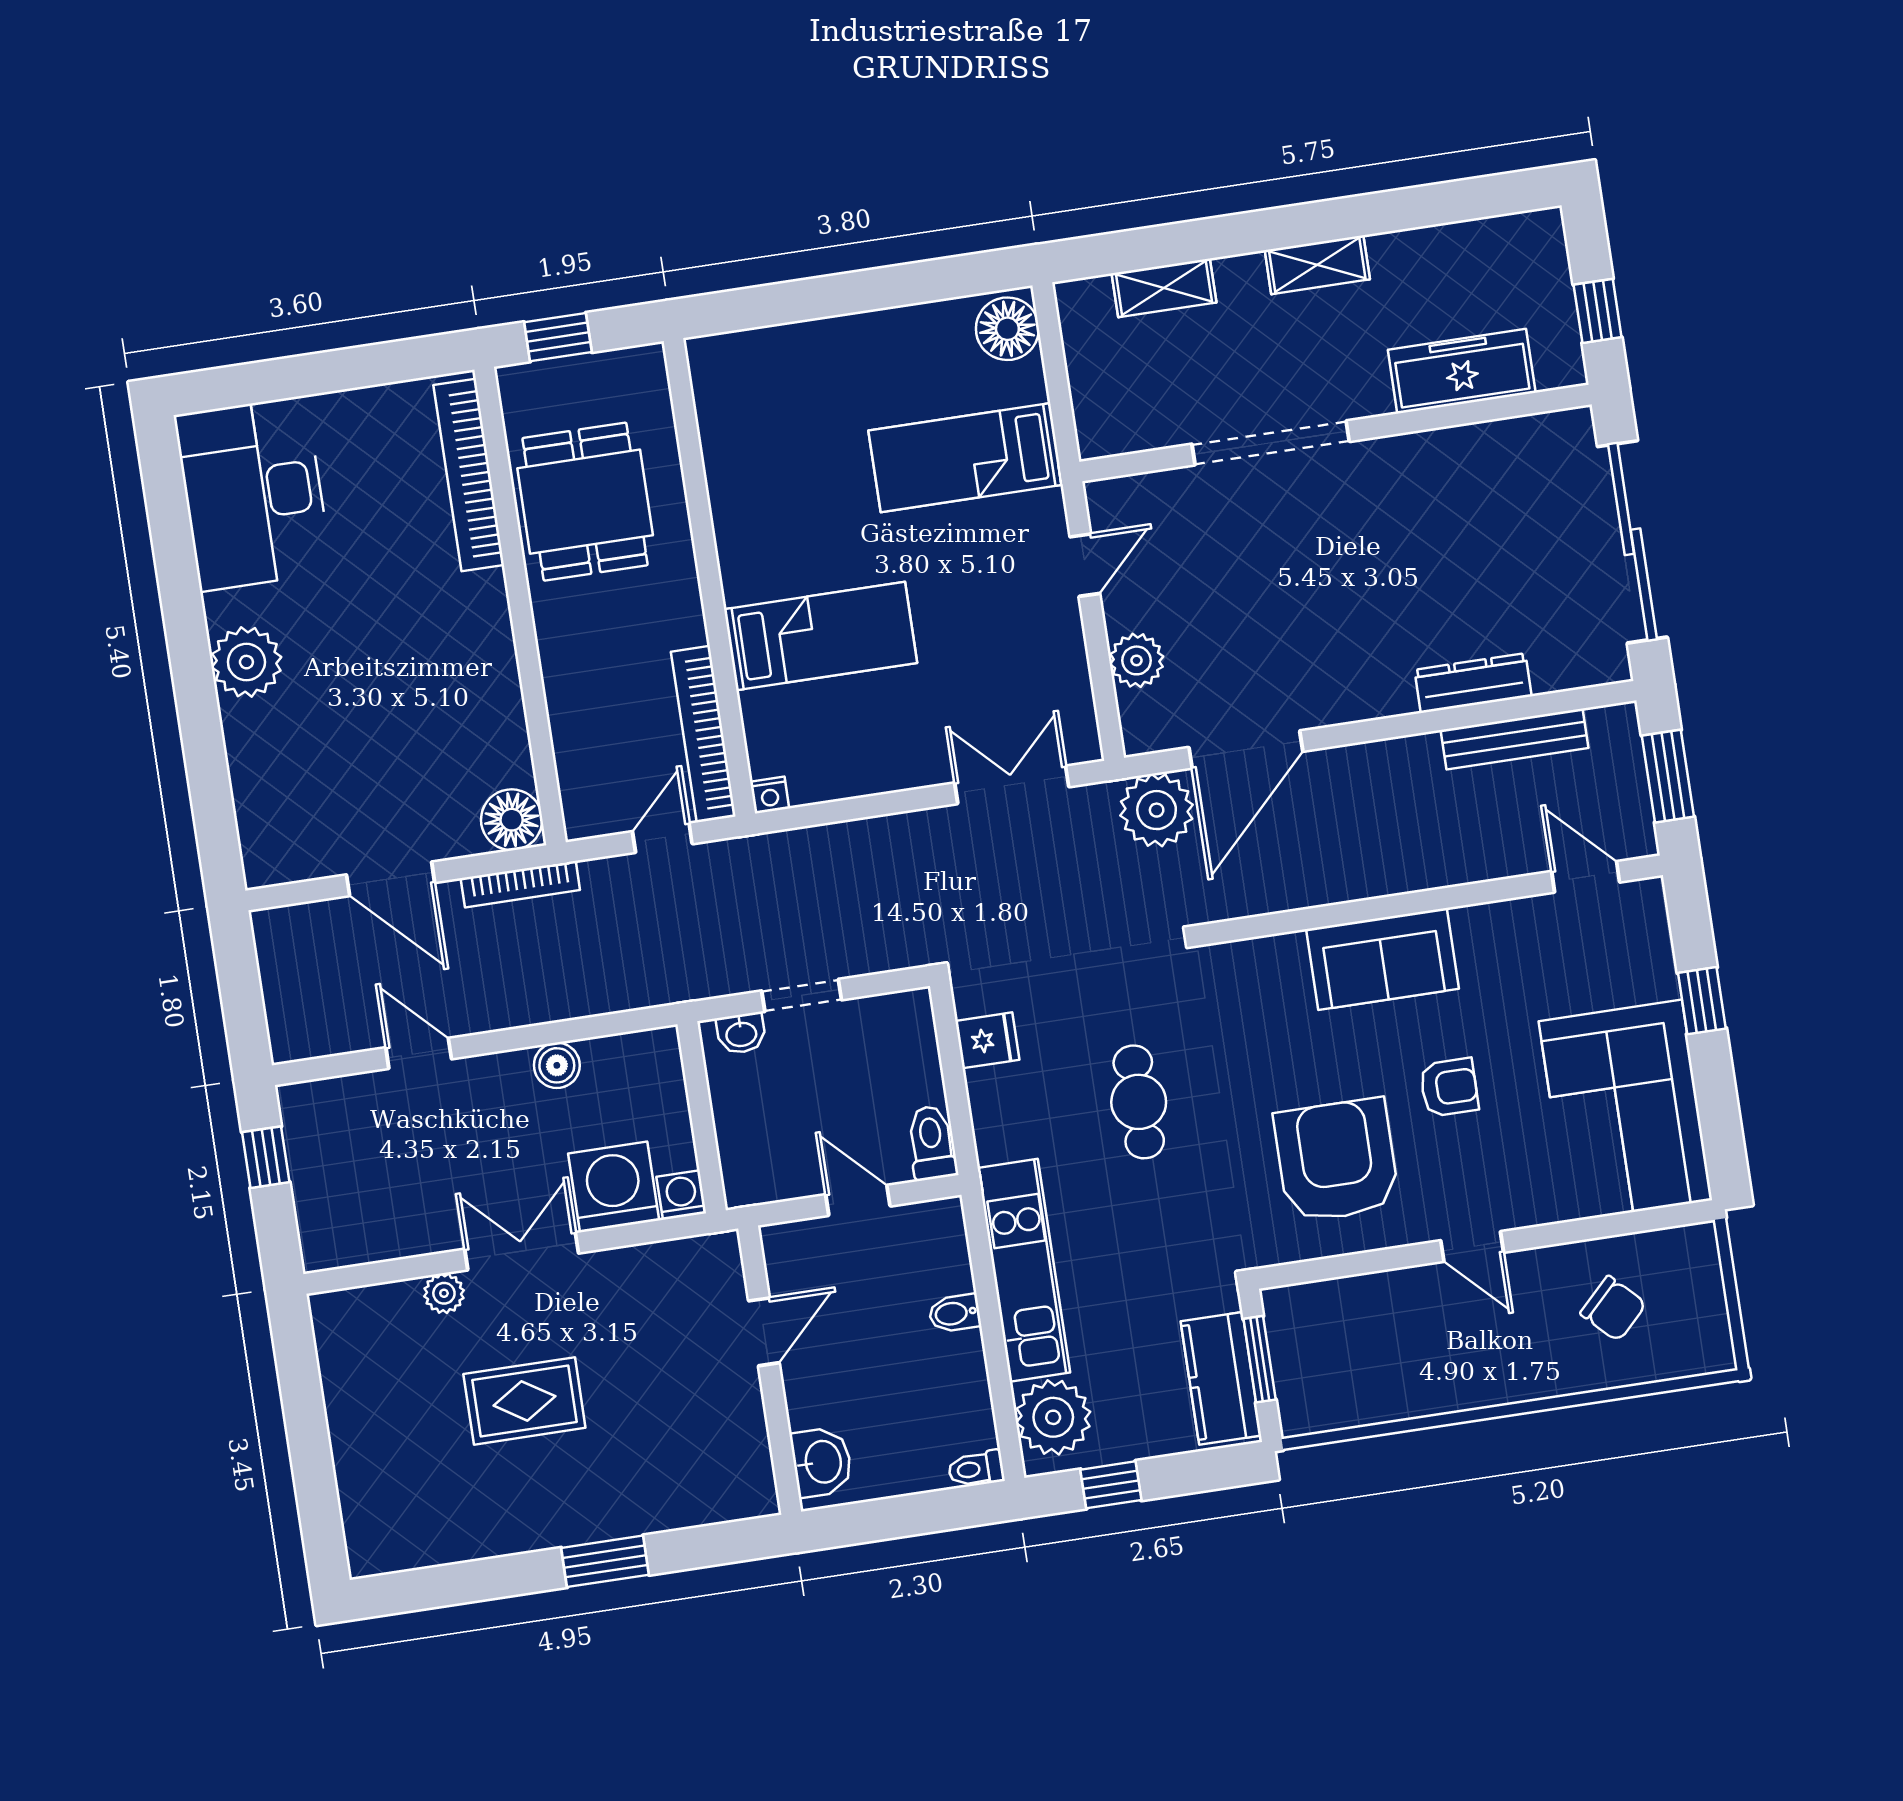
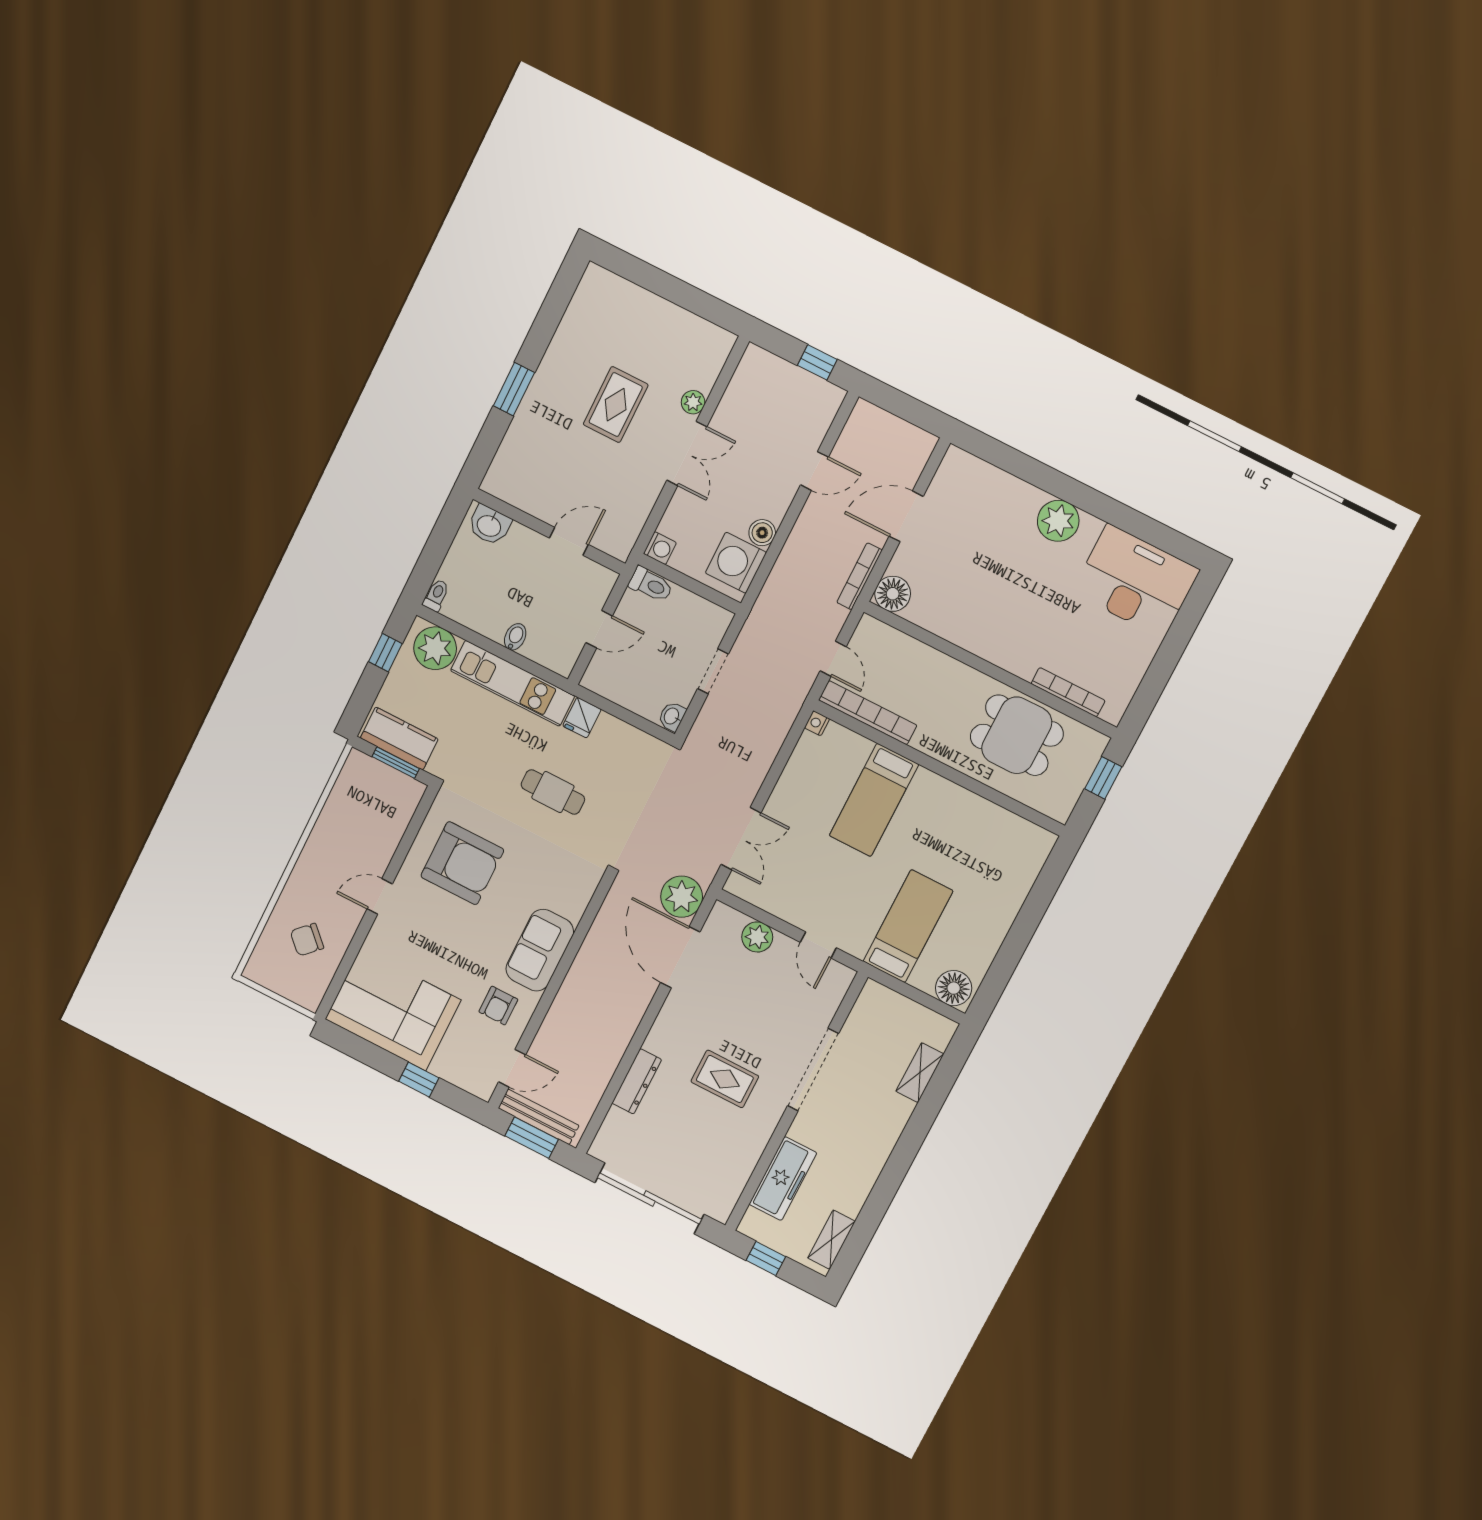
shelving: (1317, 265) -> (831, 1240), moved
bookcase: (469, 475) -> (1068, 692), width x0.68, depth x0.76
rug: (1377, 559) -> (725, 1079), added
bench: (1515, 739) -> (539, 1117), moved, turned 90
washbasin: (741, 1033) -> (672, 716), moved
fridge: (987, 1040) -> (582, 718), moved
armchair: (1449, 1087) -> (498, 1006), moved
toilet: (932, 1143) -> (651, 585), moved
washing machine: (614, 1187) -> (736, 563), moved, turned 180
door: (764, 1332) -> (569, 541), swing flipped

